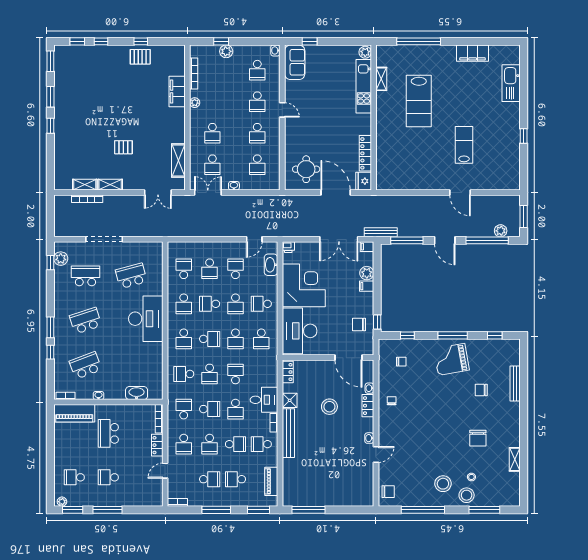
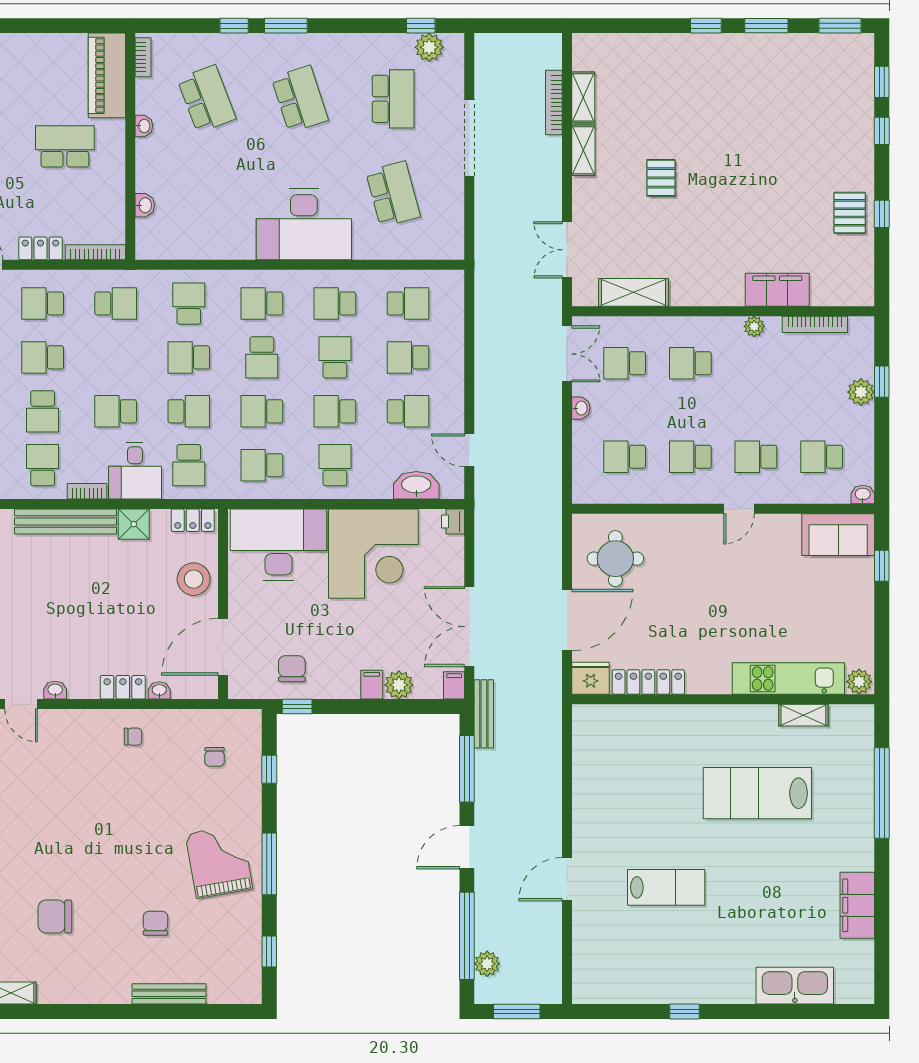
washbasin: (137, 393) -> (145, 205), width x0.52, depth x0.69
stool: (329, 407) -> (194, 579), moved
school desk: (210, 409) -> (189, 465), moved

